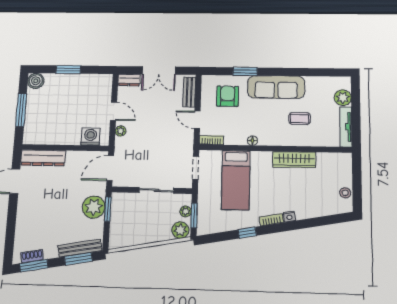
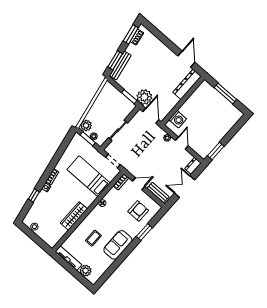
window: (68, 70) -> (216, 151), moved
boiler: (36, 81) -> (236, 115), removed
sofa: (276, 87) -> (118, 245), width x0.73
armchair: (228, 96) -> (138, 211), turned -90
door: (114, 111) -> (182, 143), swing flipped
plant: (94, 207) -> (144, 97), moved
window: (247, 233) -> (34, 195), moved

